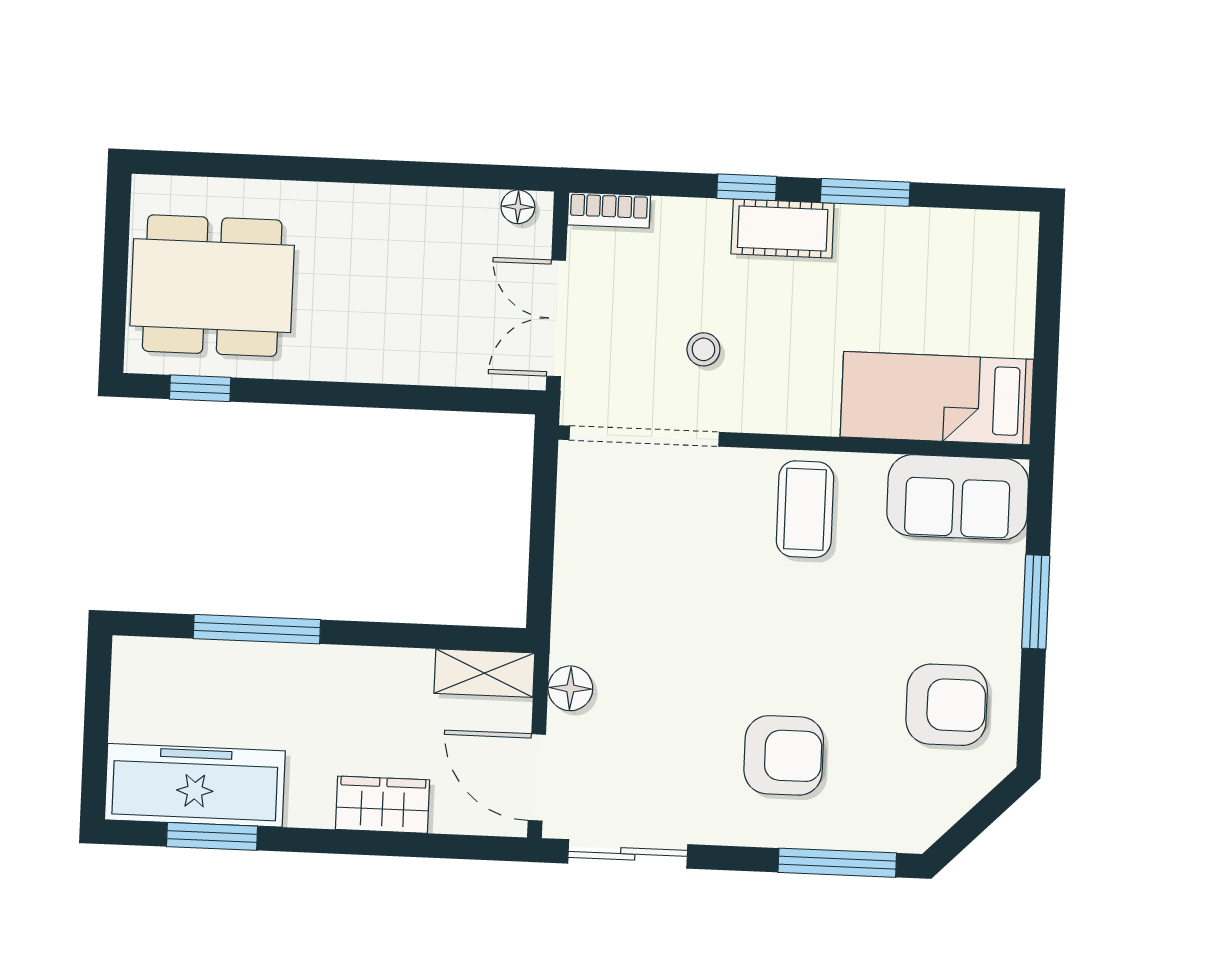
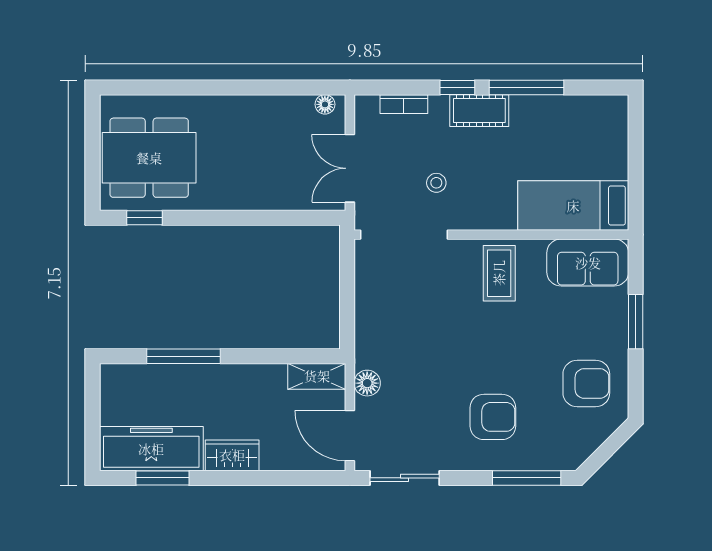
window: (865, 192) -> (527, 88), width x1.44
bookcase: (609, 210) -> (404, 104), moved
wardrobe: (382, 805) -> (232, 455), moved

